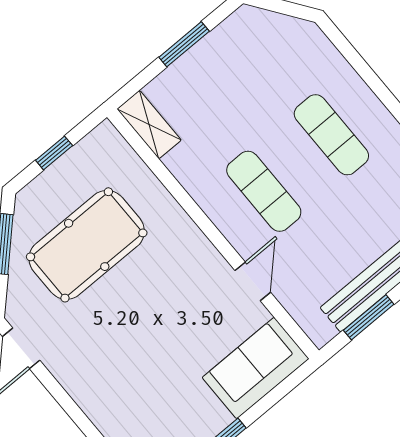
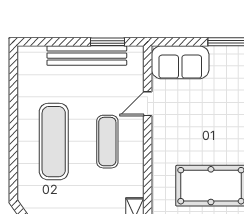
exercise mat: (331, 135) -> (54, 142), width x1.36, depth x1.45

